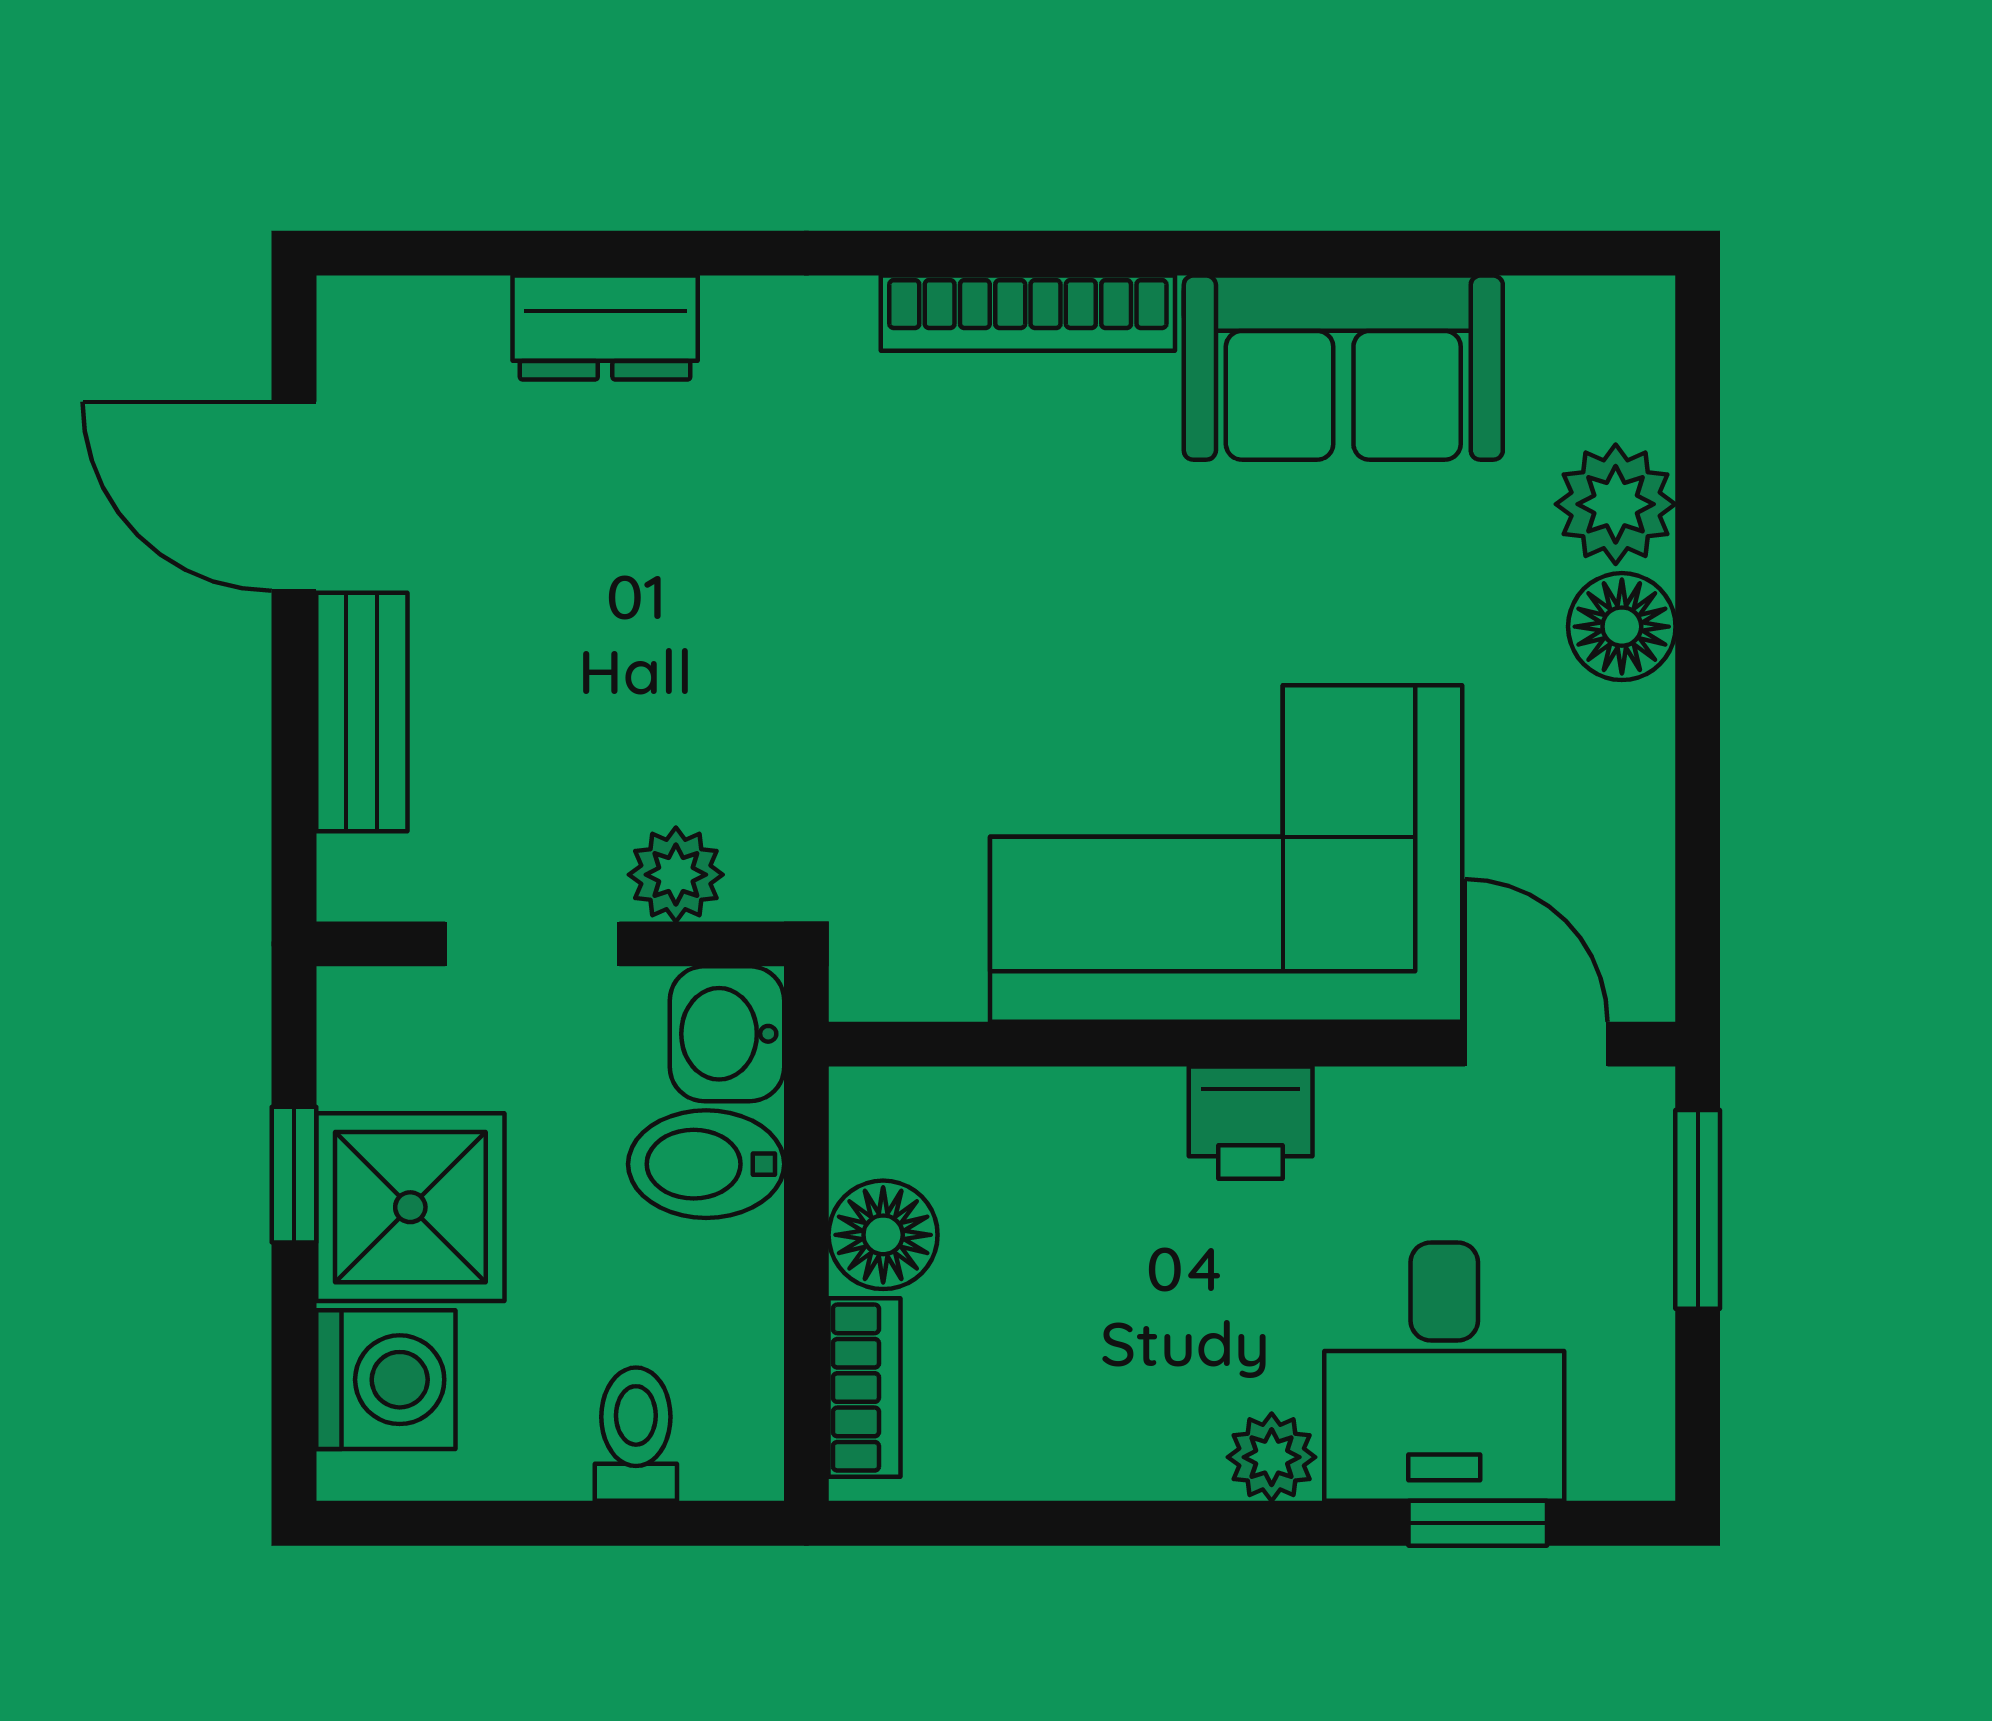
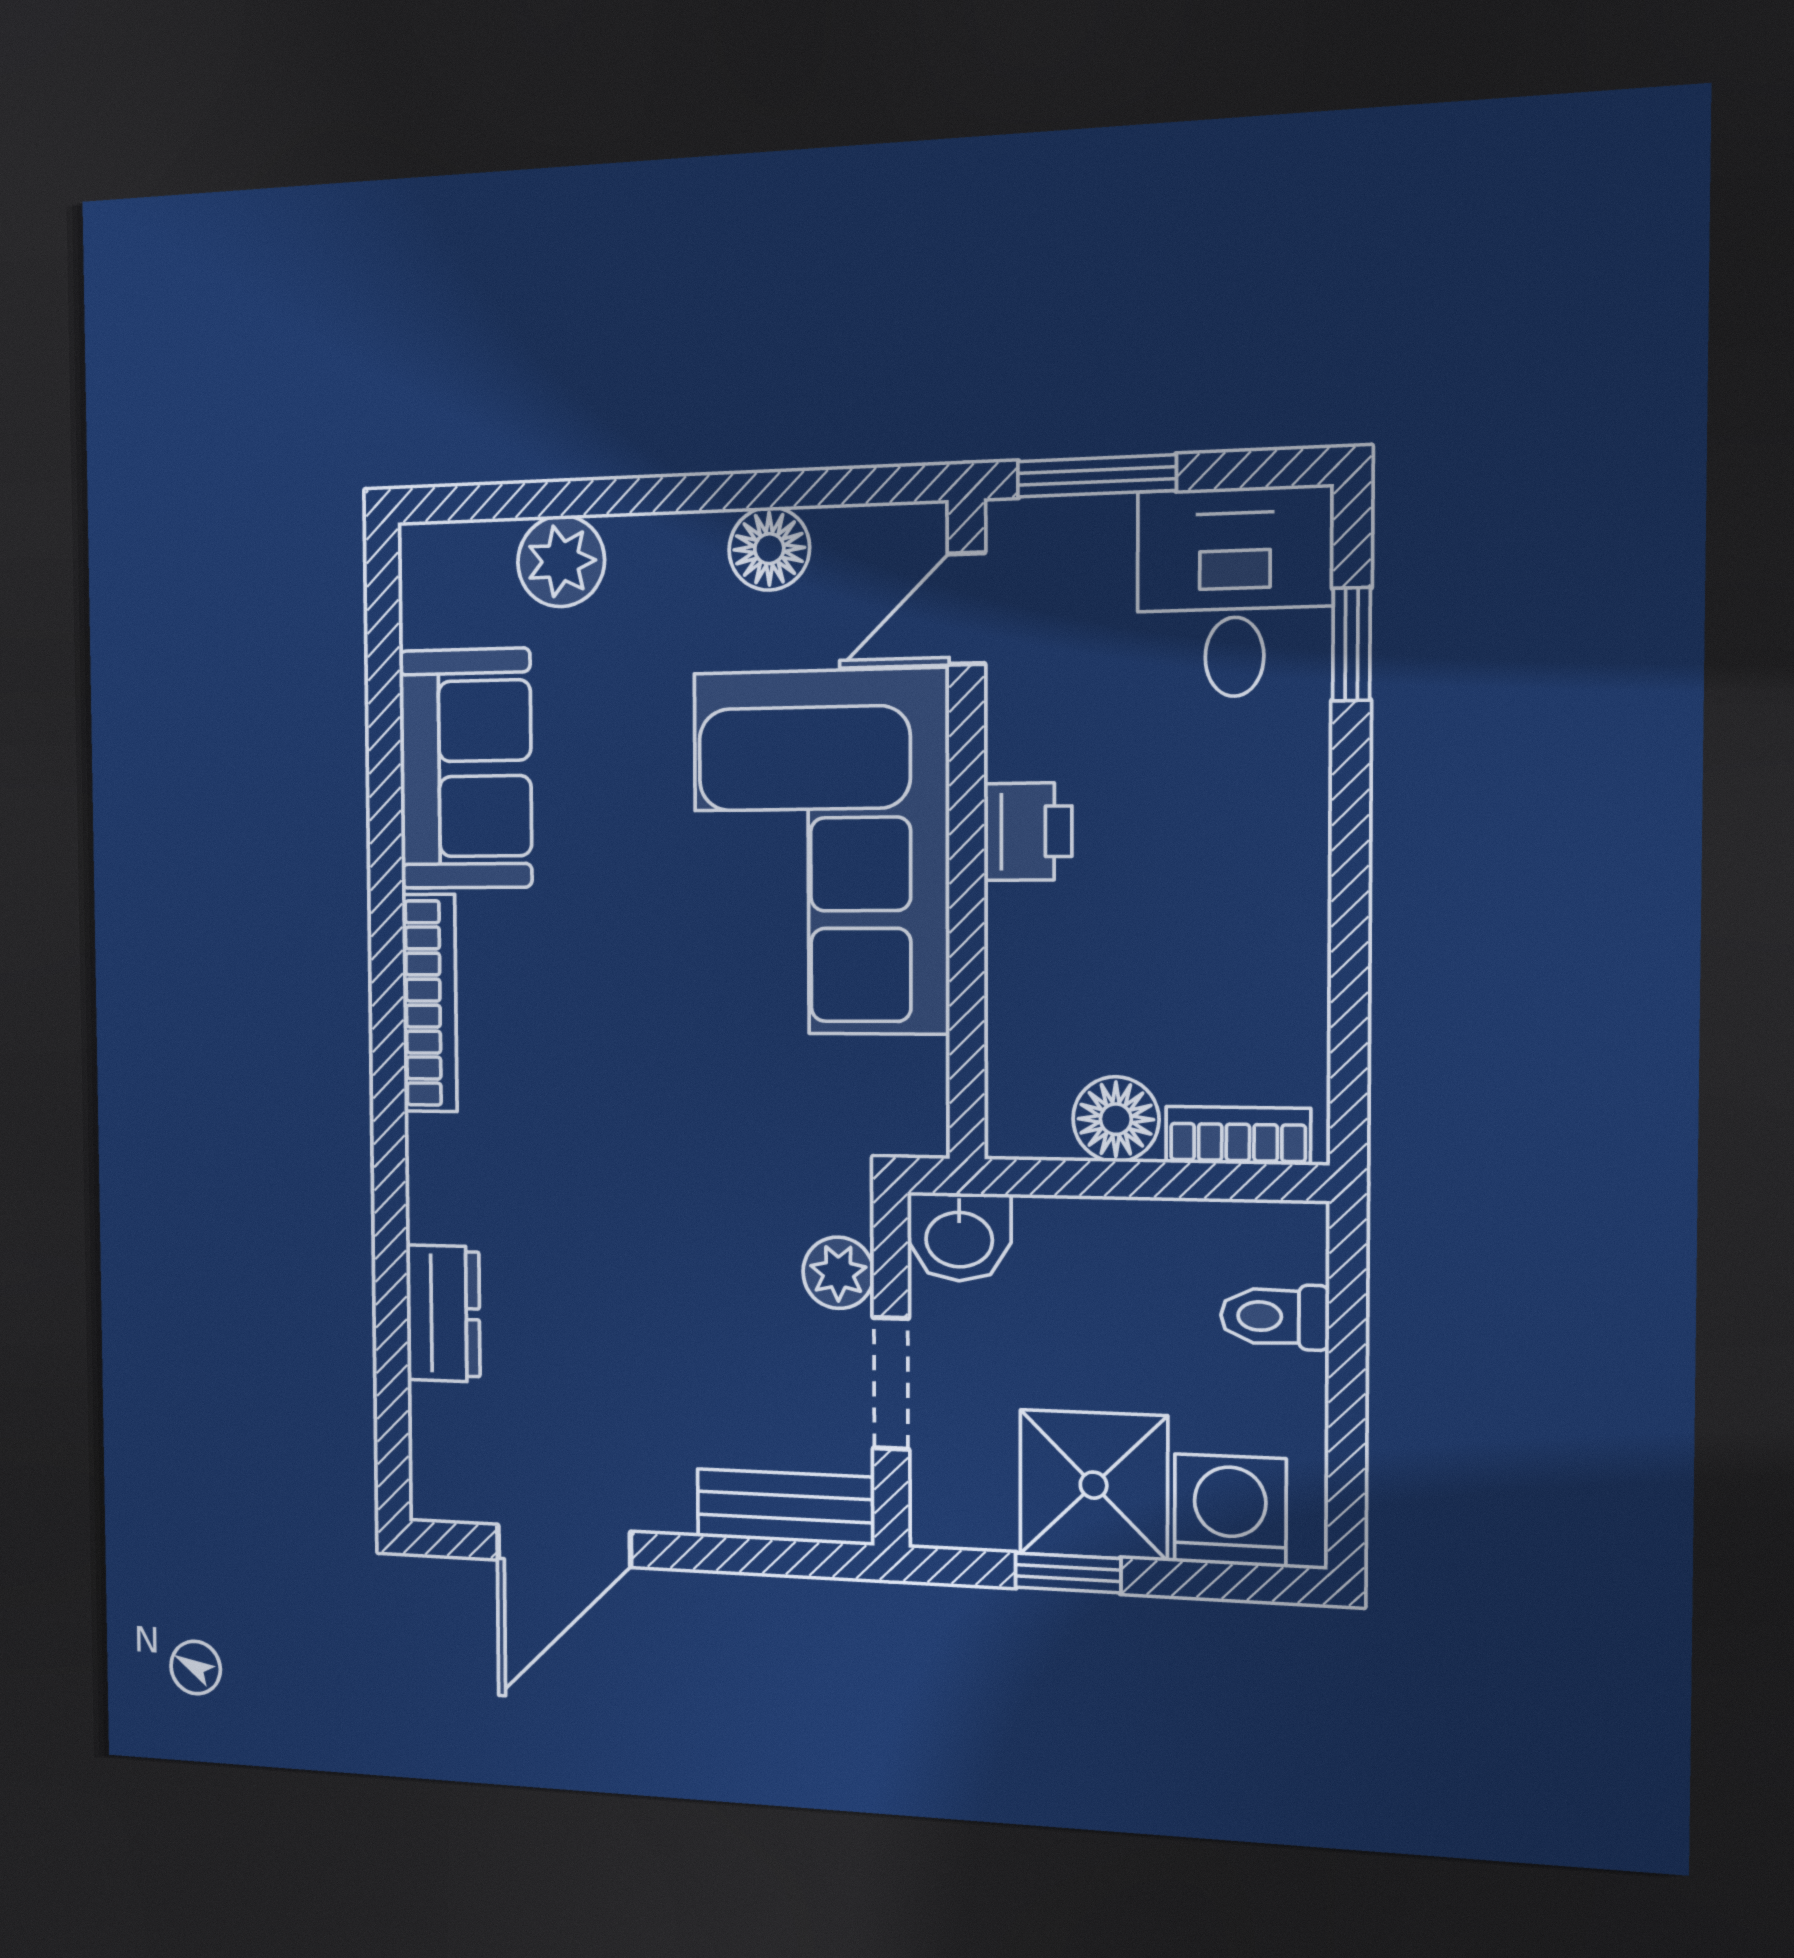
floor lamp: (1622, 627) -> (769, 549), moved
bench: (362, 712) -> (785, 1507), moved
bidet: (706, 1164) -> (1060, 1256), removed
desk: (1444, 1372) -> (1235, 592), moved, turned -90
plant: (1272, 1457) -> (1296, 812), removed

